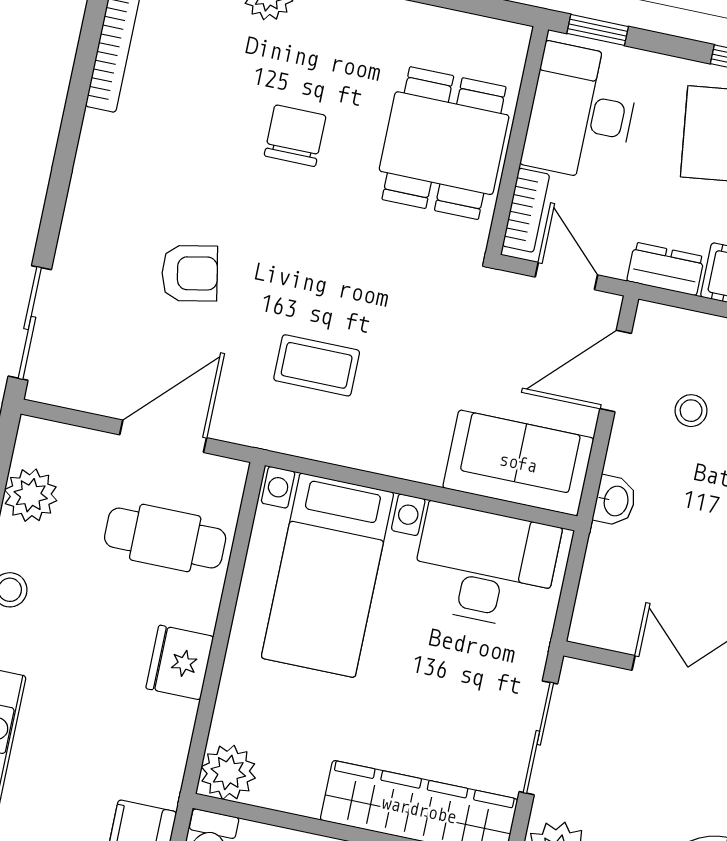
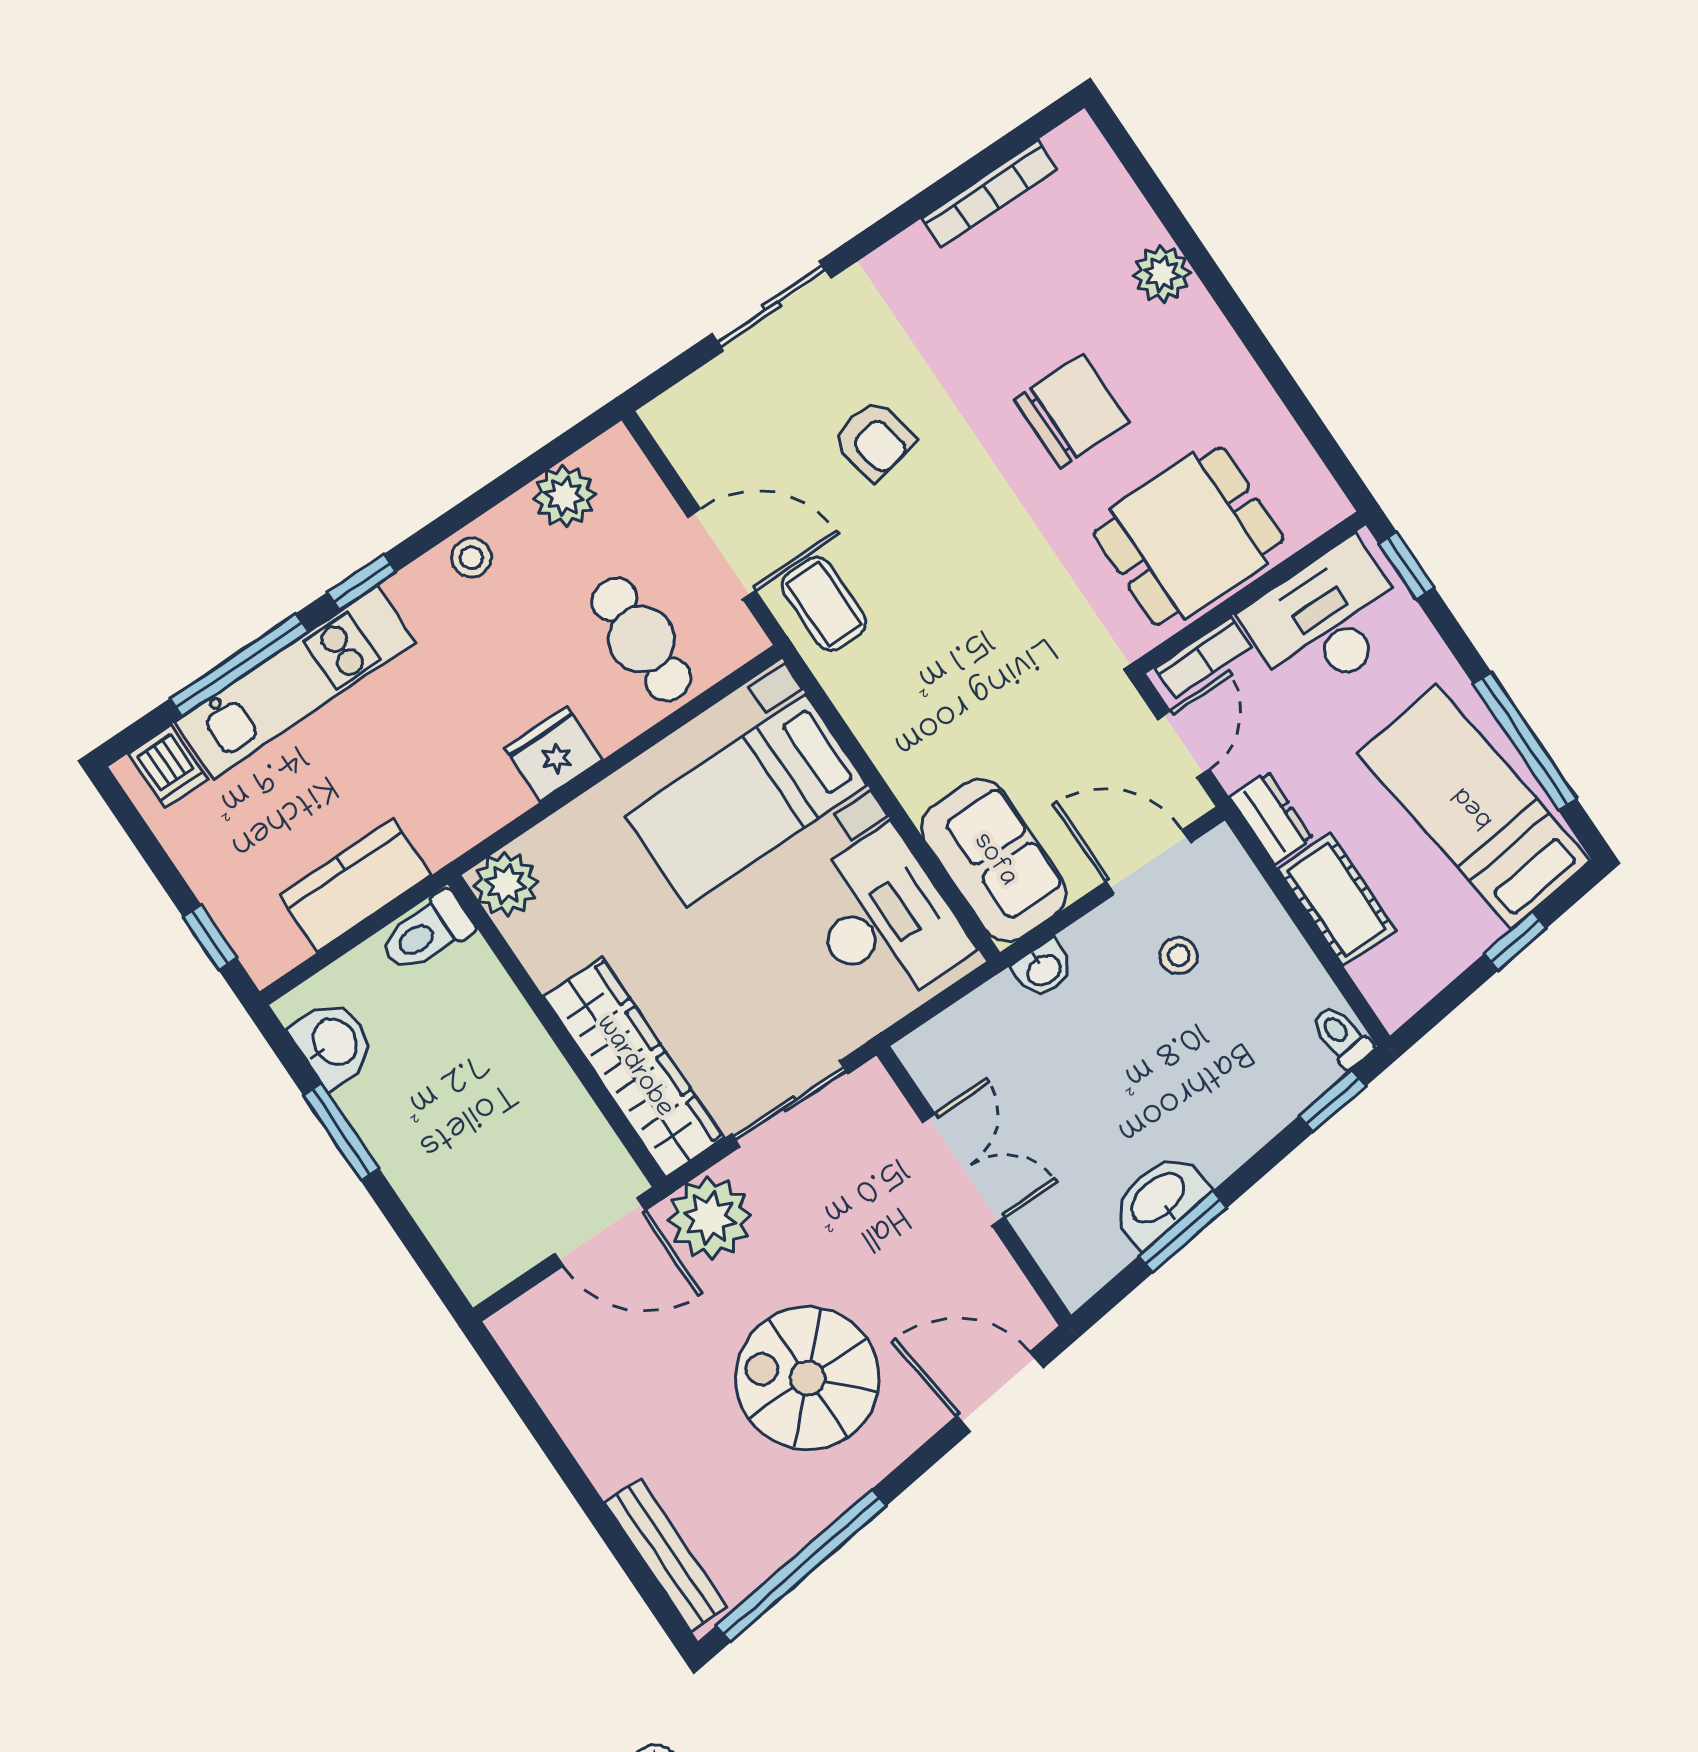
chair: (295, 136) -> (1071, 411), width x1.37, depth x1.37
sliding door: (30, 323) -> (771, 306), moved
coffee table: (317, 365) -> (824, 604), moved

